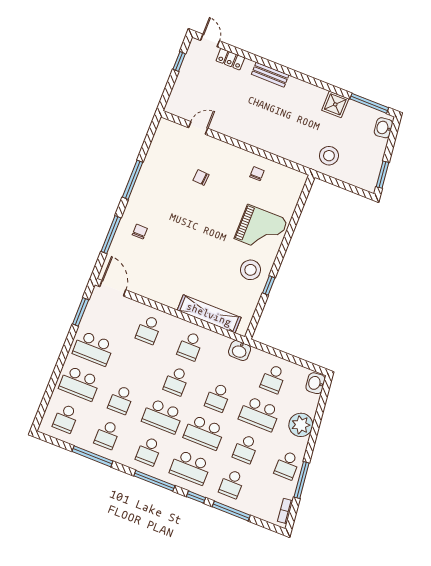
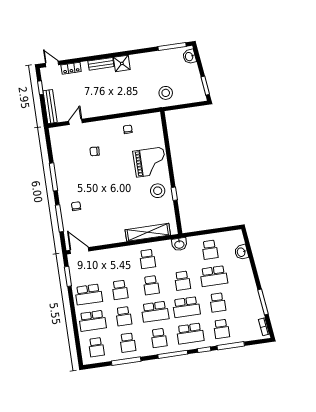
bench: (178, 91) -> (50, 107), added
shower: (335, 104) -> (122, 63), moved
school desk: (149, 330) -> (120, 290), moved
washbasin: (315, 383) -> (241, 252), moved
plant: (301, 425) -> (243, 268), removed
school desk: (287, 465) -> (249, 298), removed

